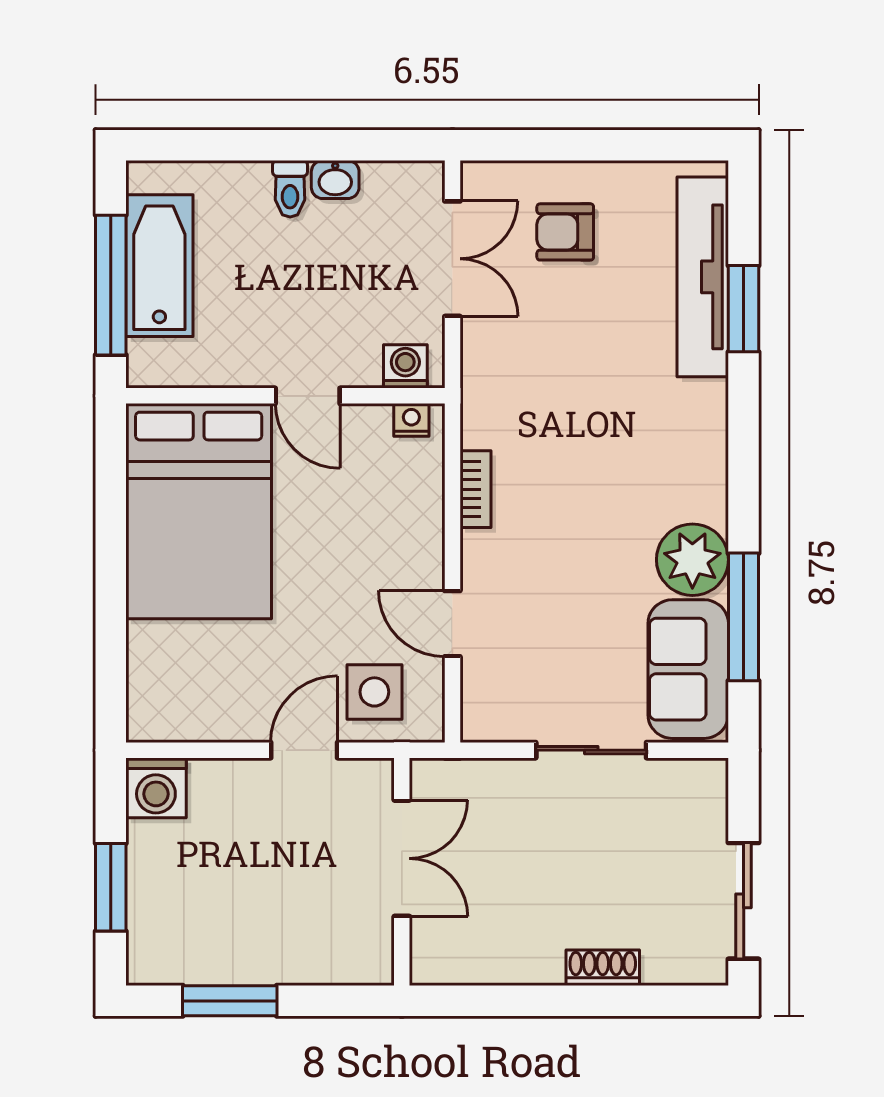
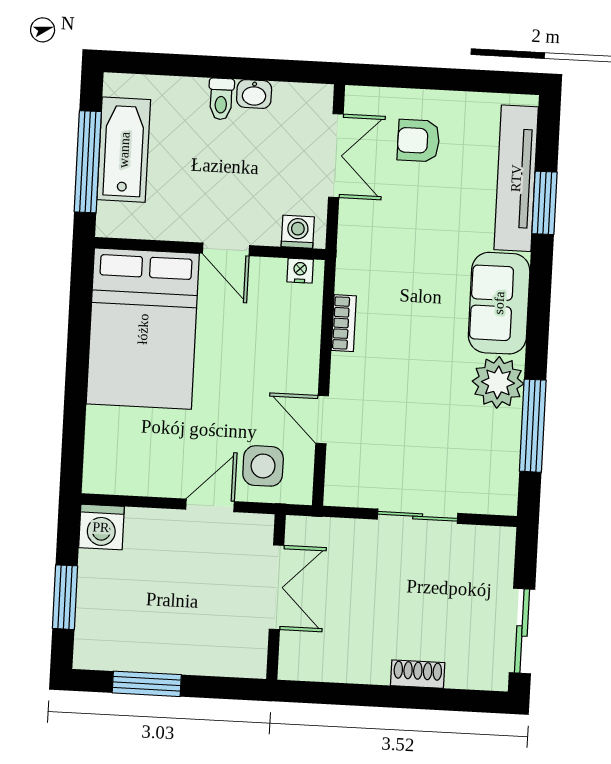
sofa: (688, 669) -> (499, 303), moved

